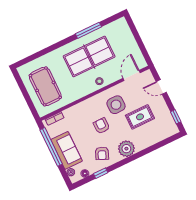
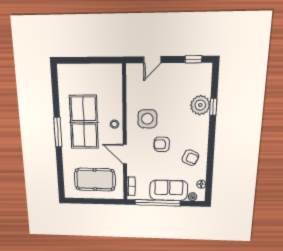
window: (88, 30) -> (58, 132), moved
door: (132, 75) -> (125, 154), moved
rug: (140, 117) -> (173, 100), removed
plant: (126, 149) -> (200, 105), moved
window: (101, 173) -> (213, 107), moved

